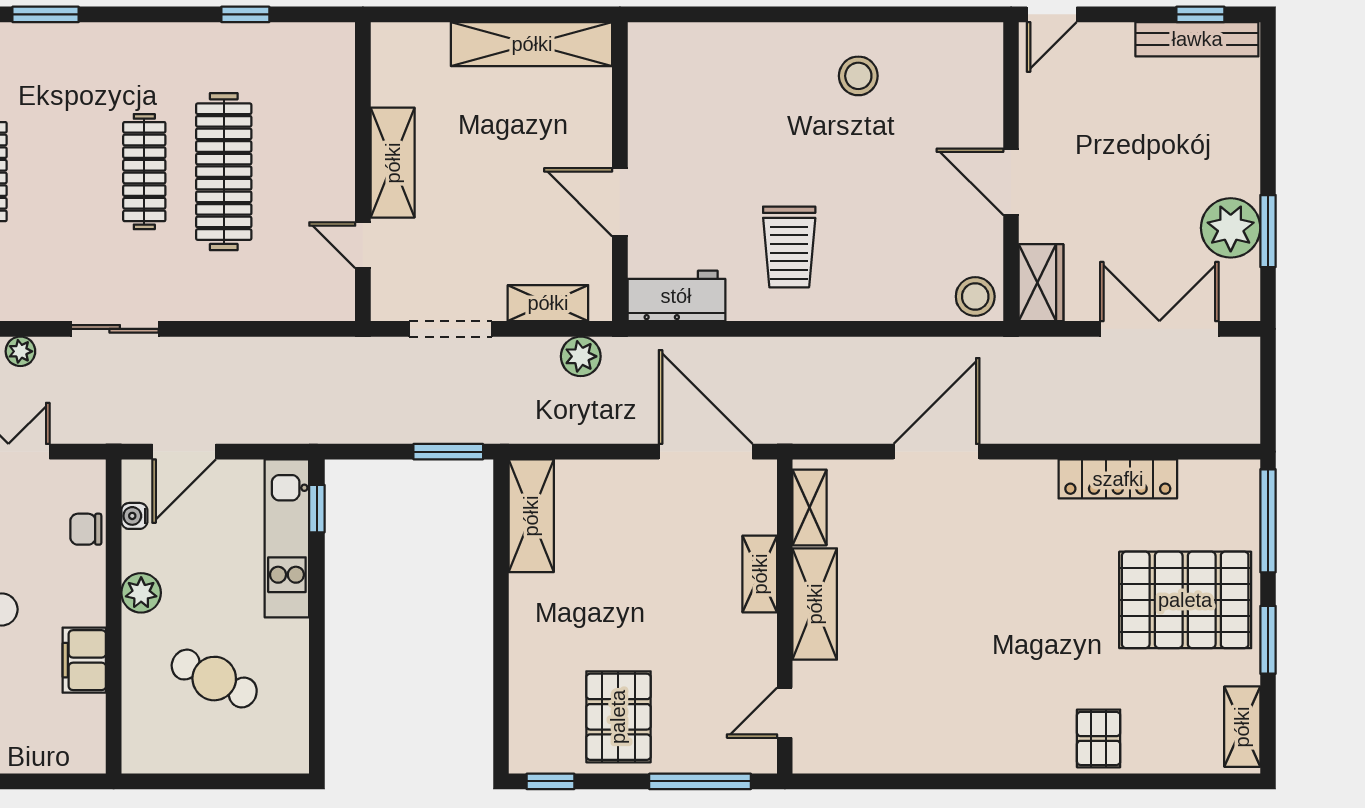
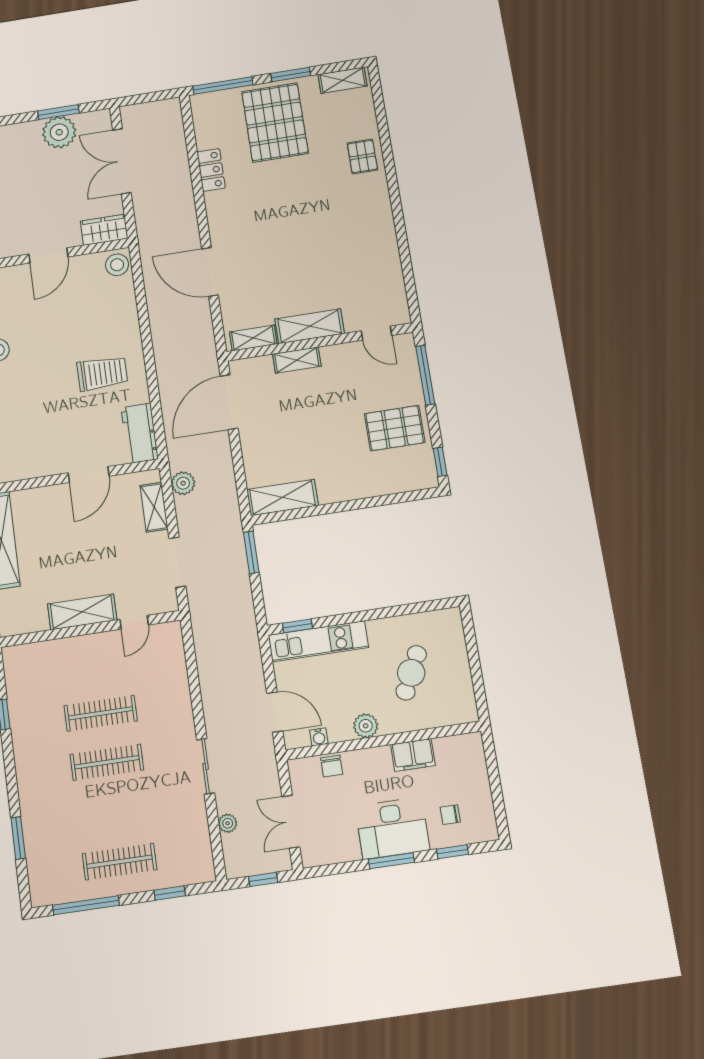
clothes rail: (224, 172) -> (101, 713), width x0.73, depth x0.76
locker: (1118, 479) -> (211, 170), width x0.66
pallet: (1099, 738) -> (362, 156), turned 90

